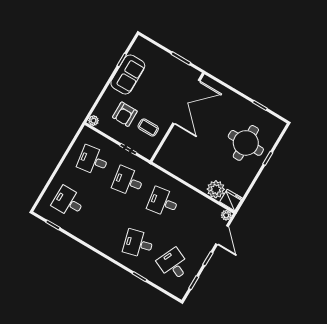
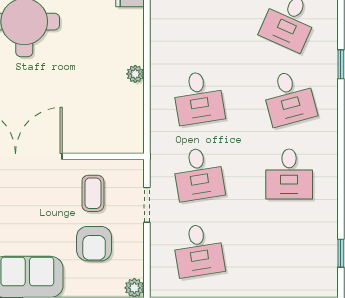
armchair: (125, 114) -> (94, 244), turned 90
plant: (216, 189) -> (135, 74), moved, width x0.53, depth x0.53
desk: (68, 202) -> (289, 174), moved

